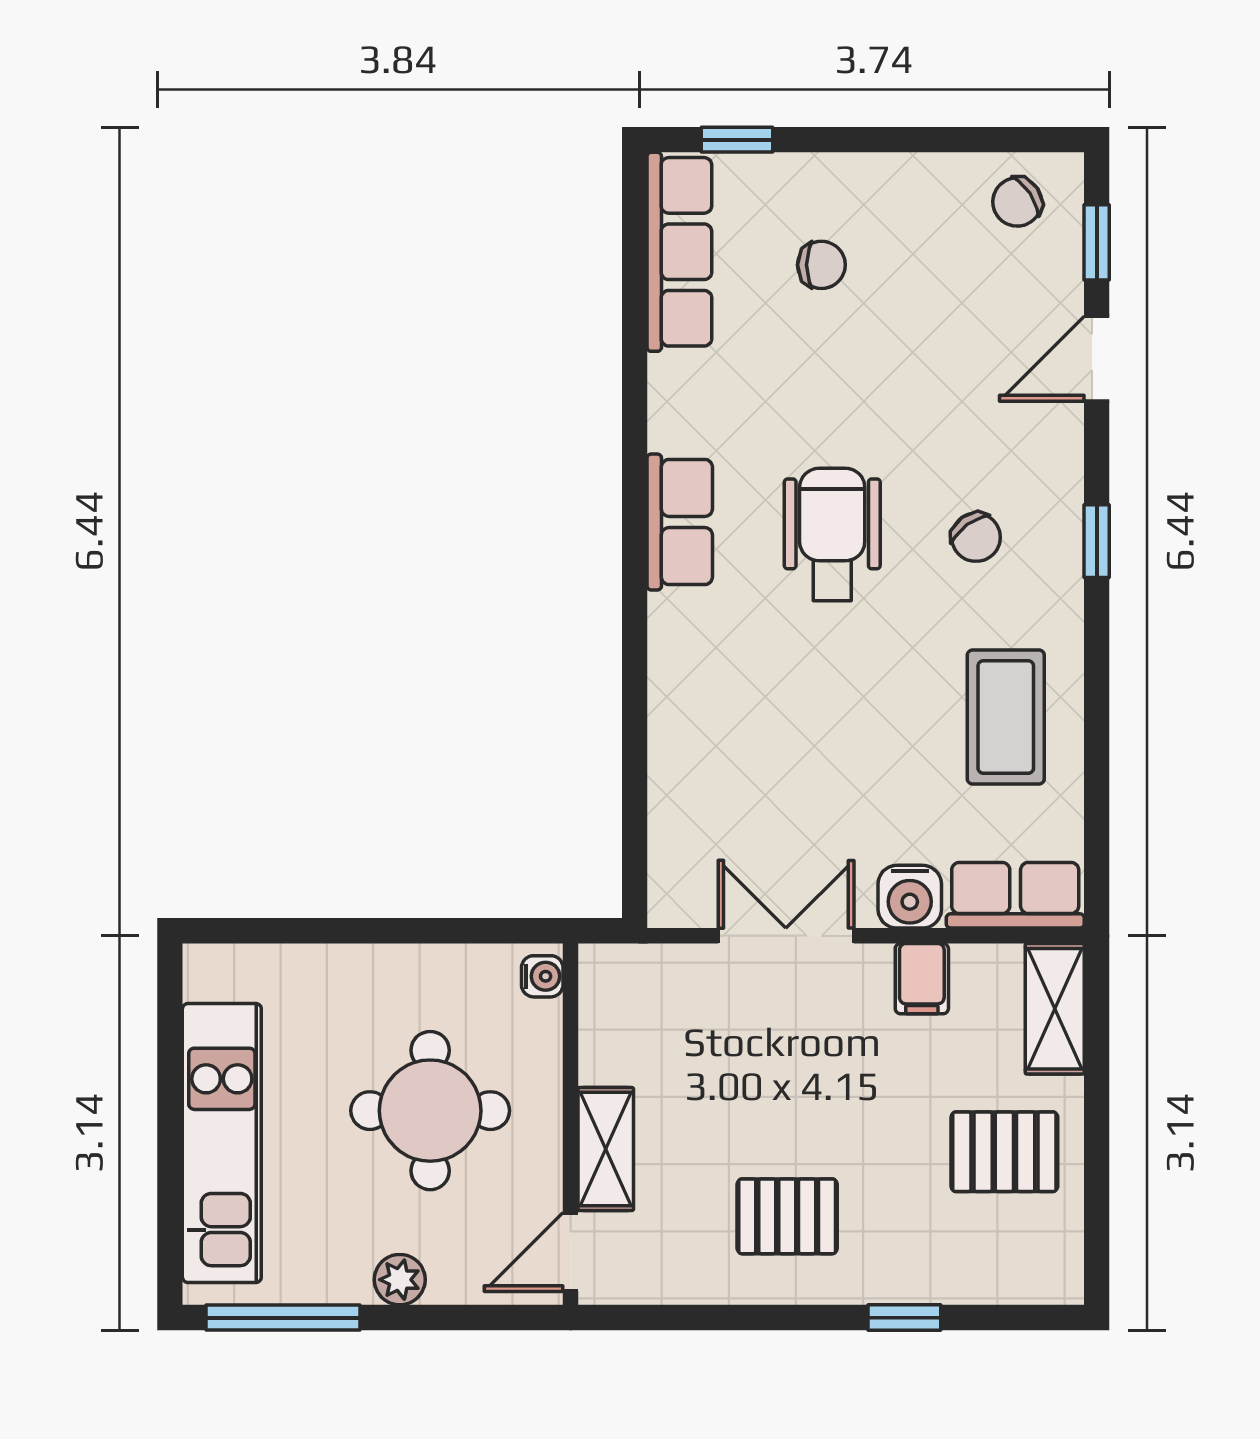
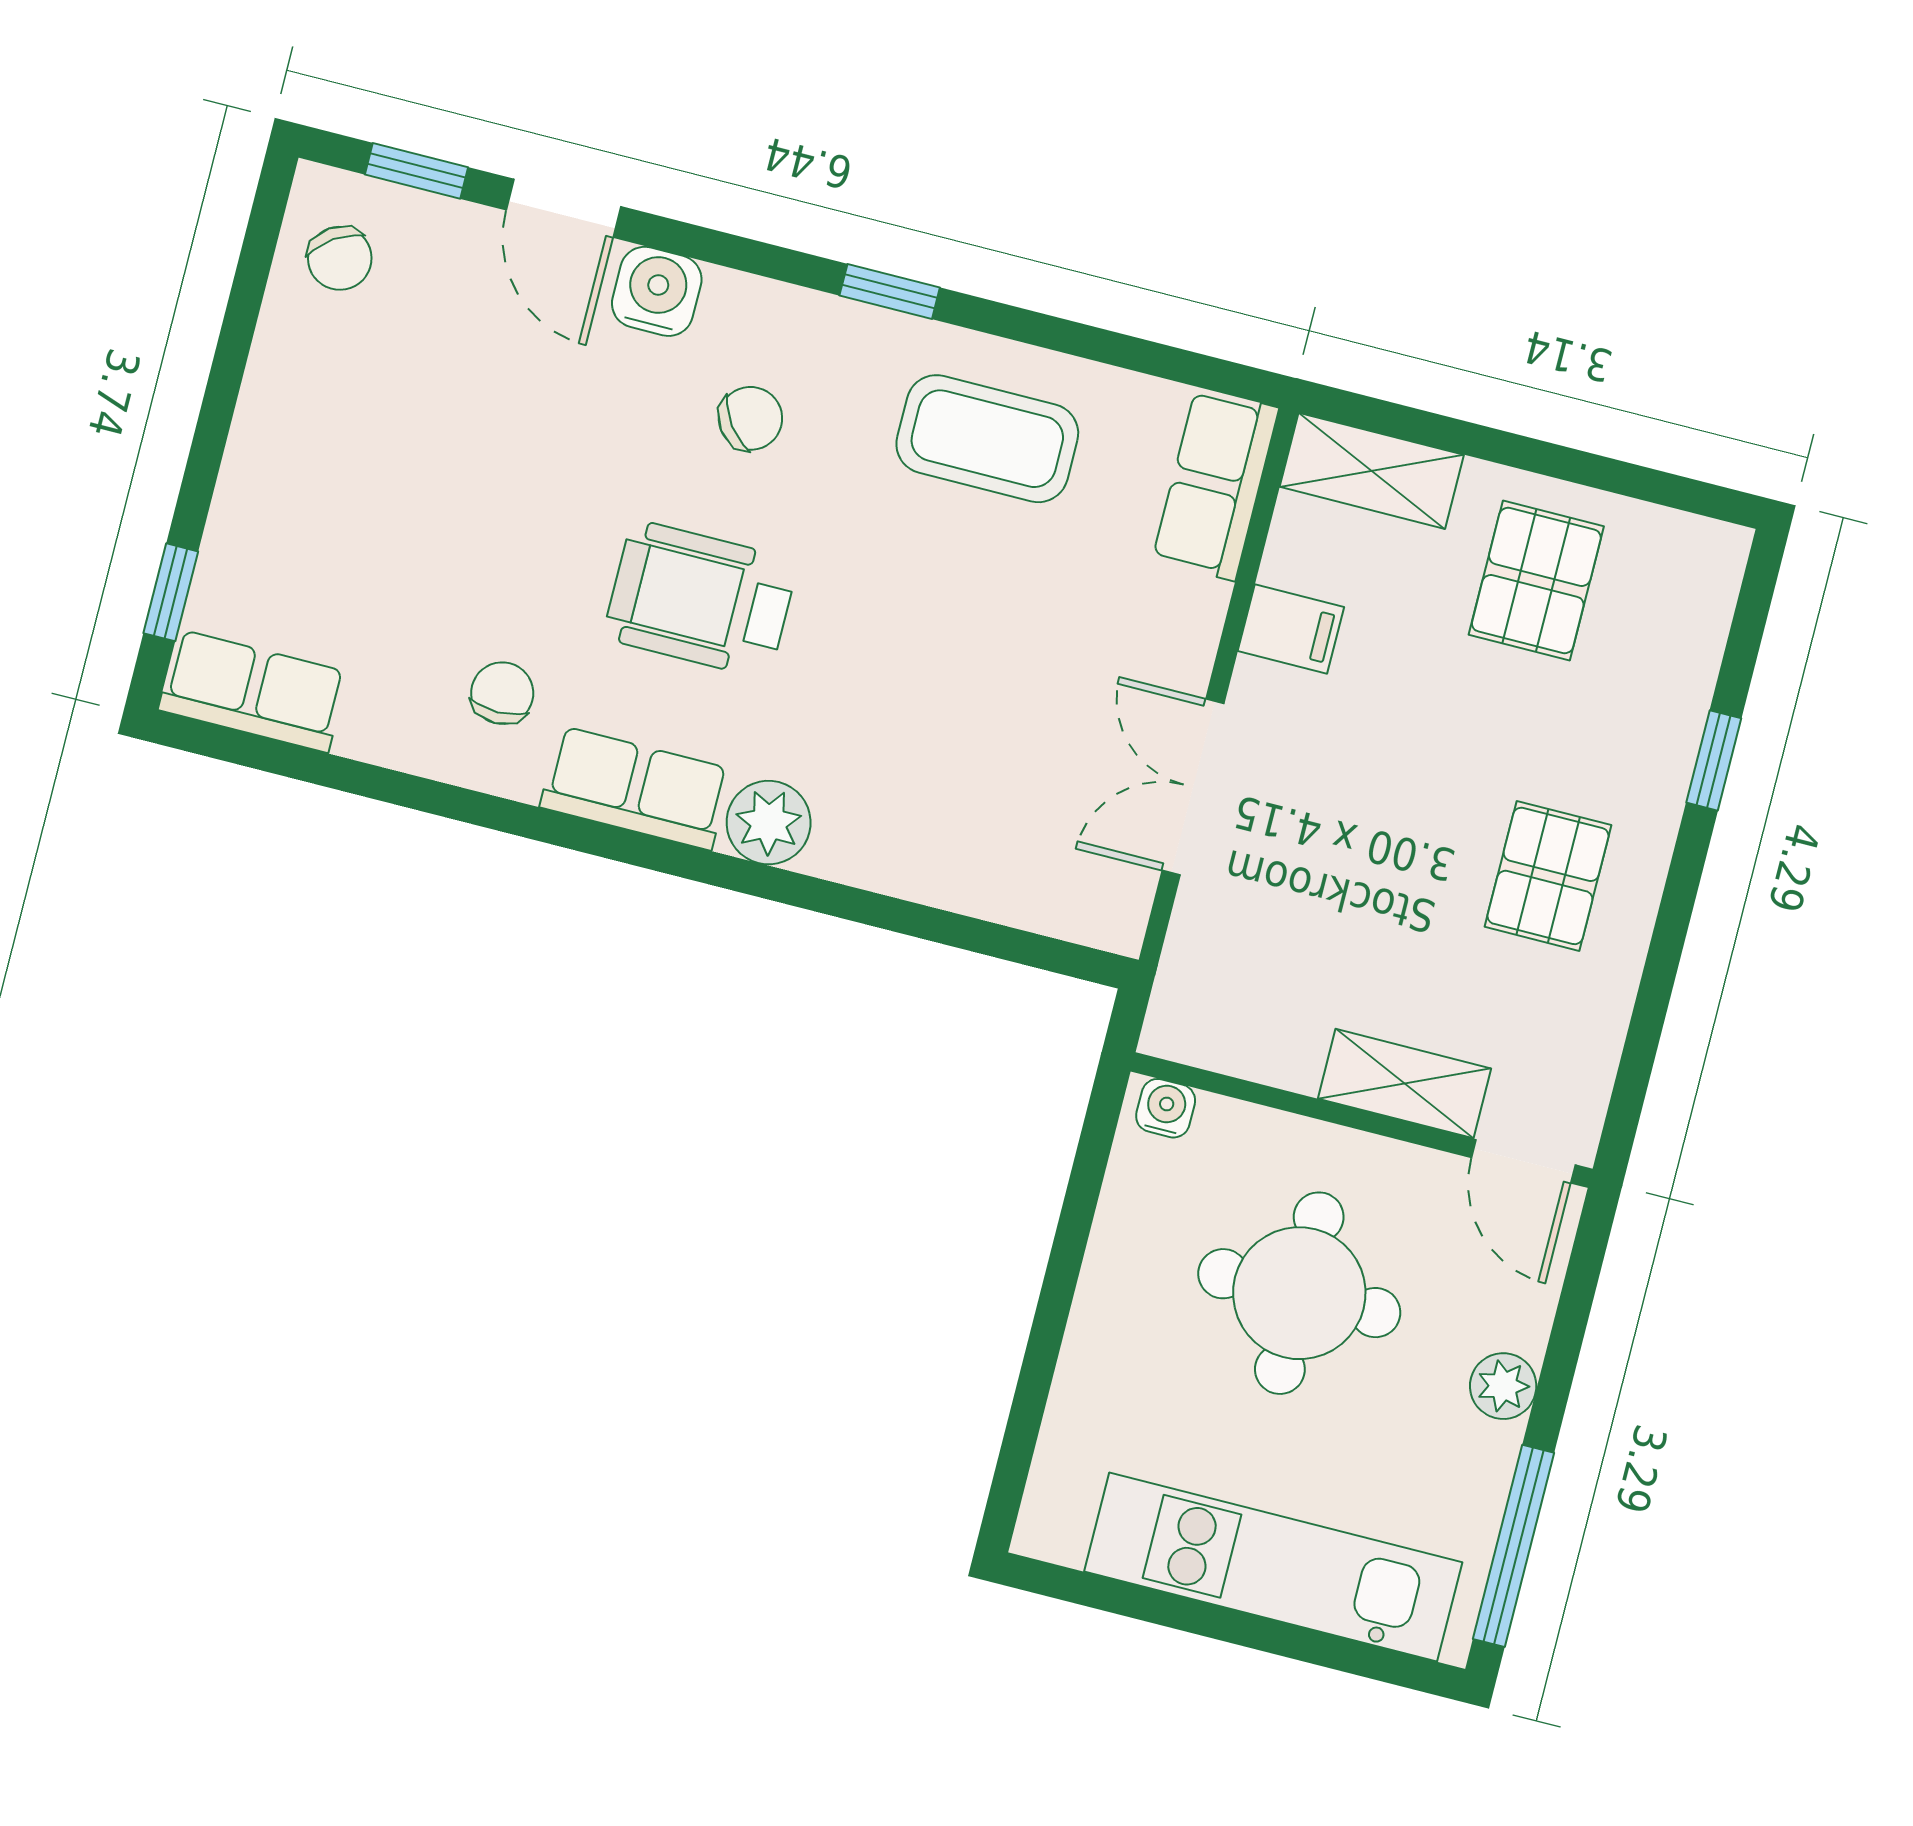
row of seats: (679, 252) -> (253, 691), width x0.68
chair: (821, 265) -> (502, 693), moved
window: (1097, 541) -> (890, 291), moved
plant: (679, 627) -> (769, 823), added
water cooler: (910, 897) -> (657, 291), moved, turned -90

